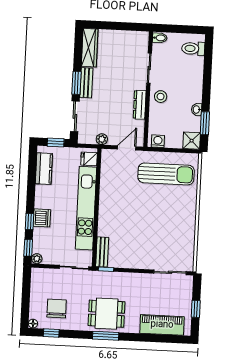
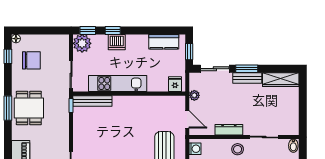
kitchen unit: (86, 208) -> (118, 84), width x0.73
bench: (102, 252) -> (92, 101), width x1.36
plant: (37, 259) -> (82, 43), width x1.87, depth x1.87

